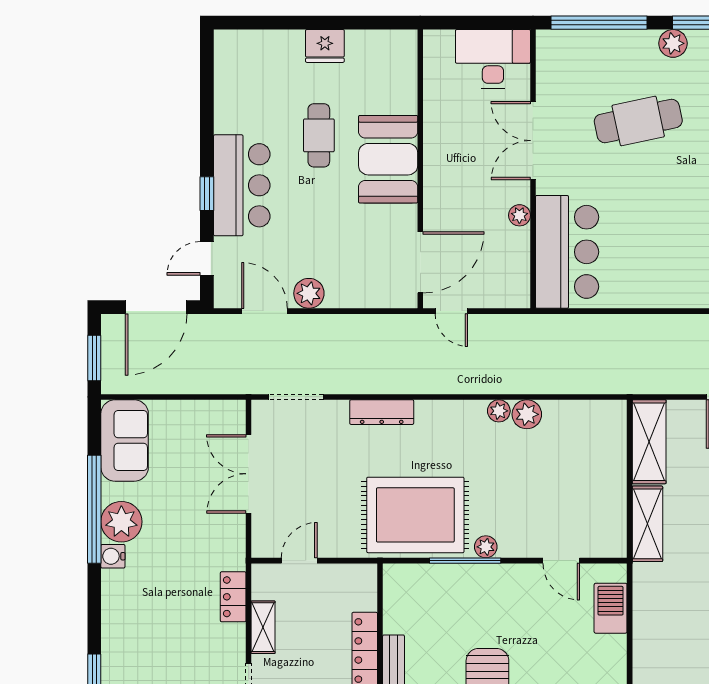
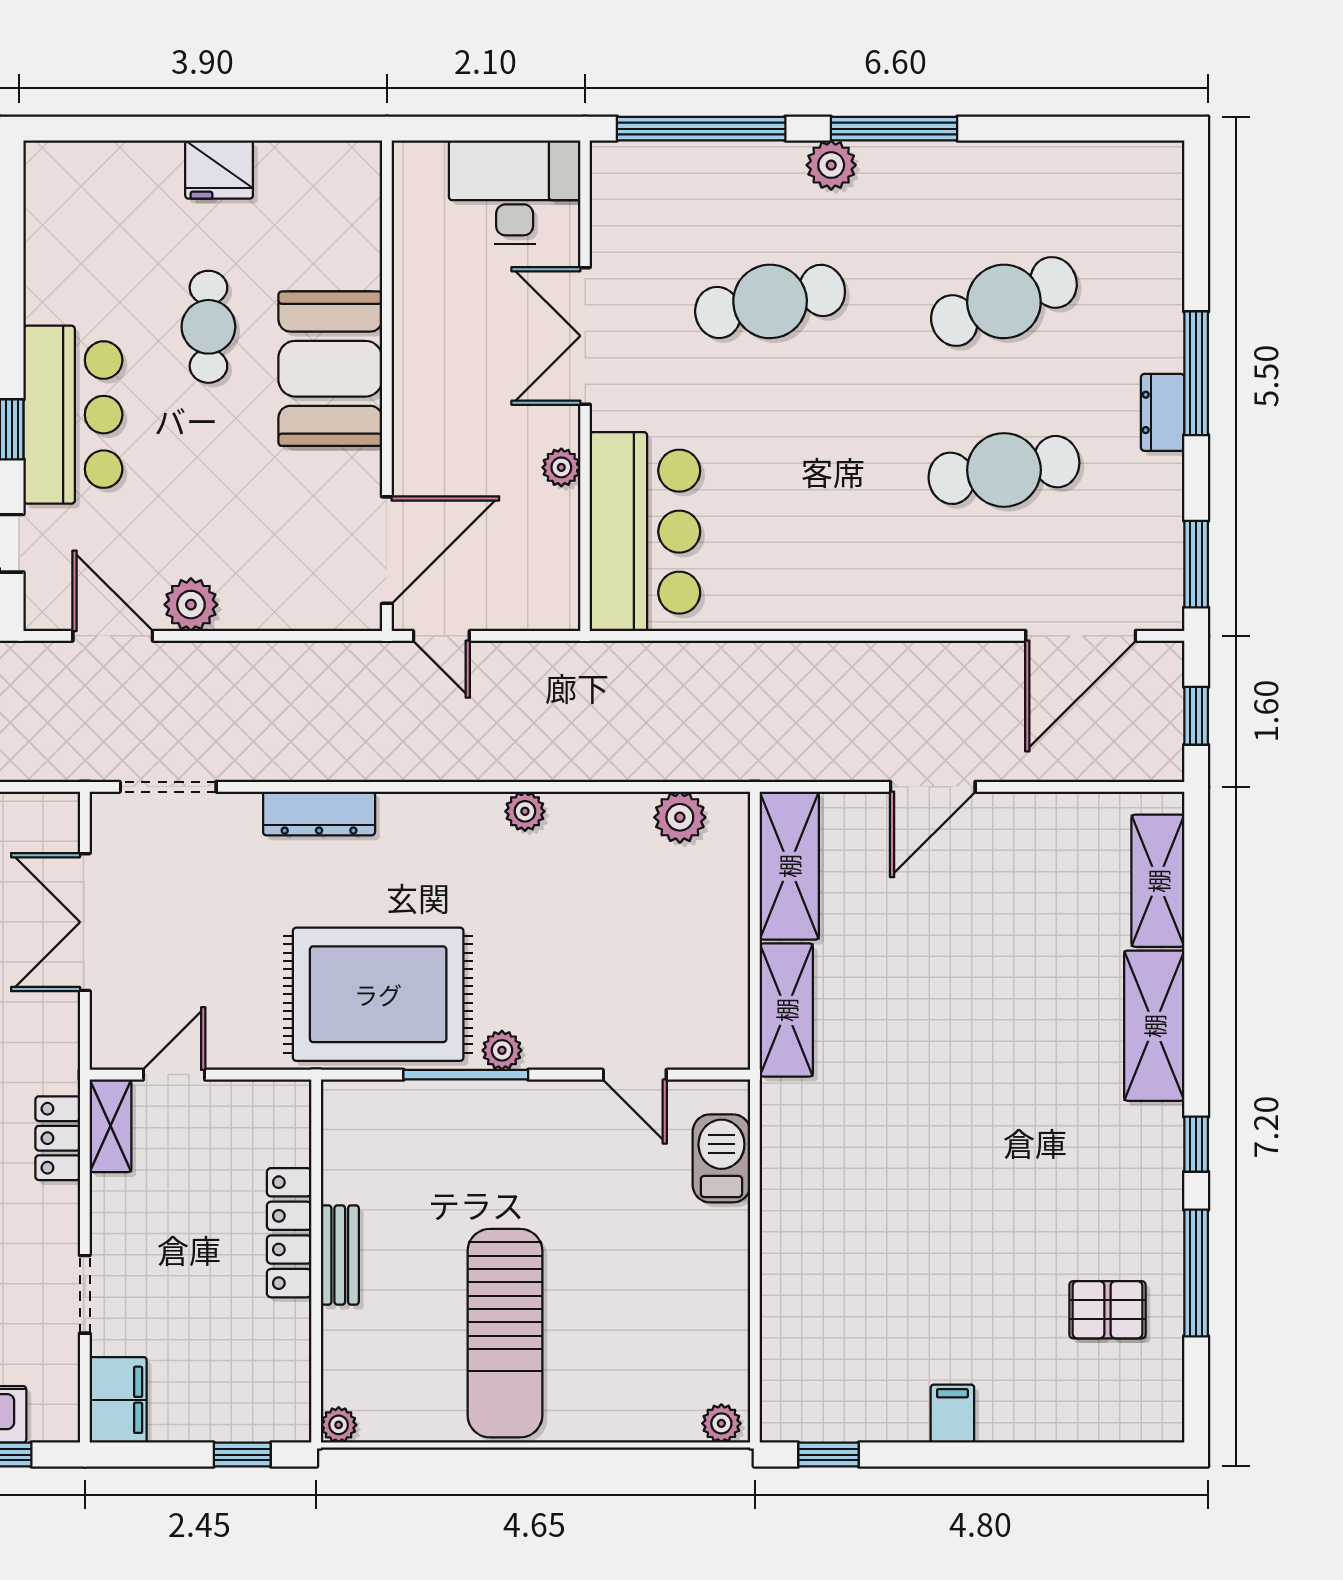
plant: (527, 414) -> (680, 817), moved
shelving: (263, 627) -> (110, 1126), moved

